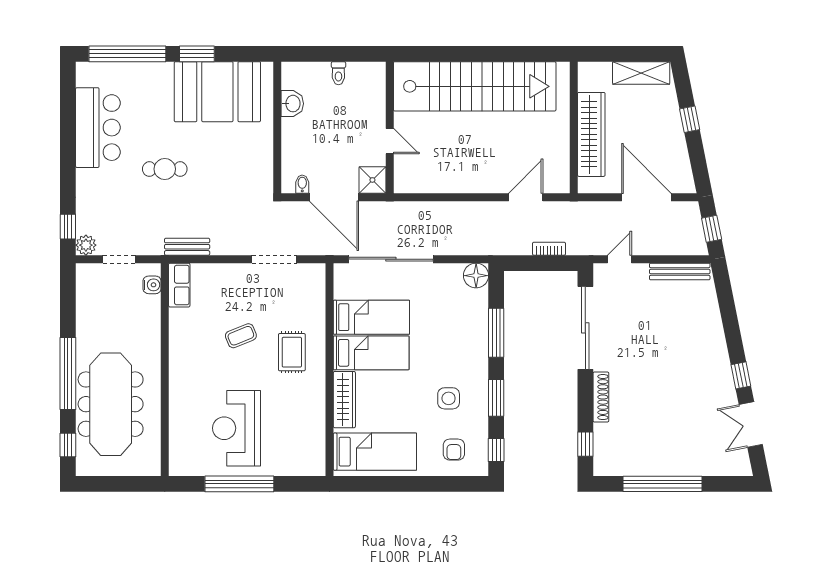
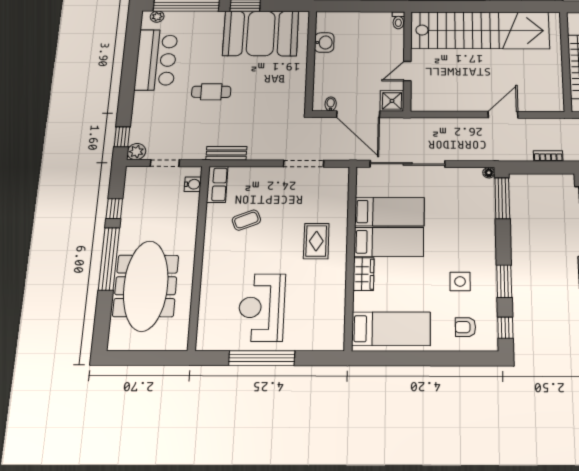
plant: (94, 69) -> (157, 17), added
toilet: (338, 73) -> (398, 20), moved
door: (390, 141) -> (407, 71), swing flipped
door: (526, 197) -> (503, 115), moved
floor lamp: (476, 276) -> (489, 173), width x0.53, depth x0.53
window: (496, 333) -> (502, 198), moved
coffee table: (241, 336) -> (246, 220), moved
wardrobe: (344, 400) -> (364, 274), width x0.67
window: (68, 445) -> (114, 209), moved
armchair: (454, 450) -> (465, 327), turned 90

